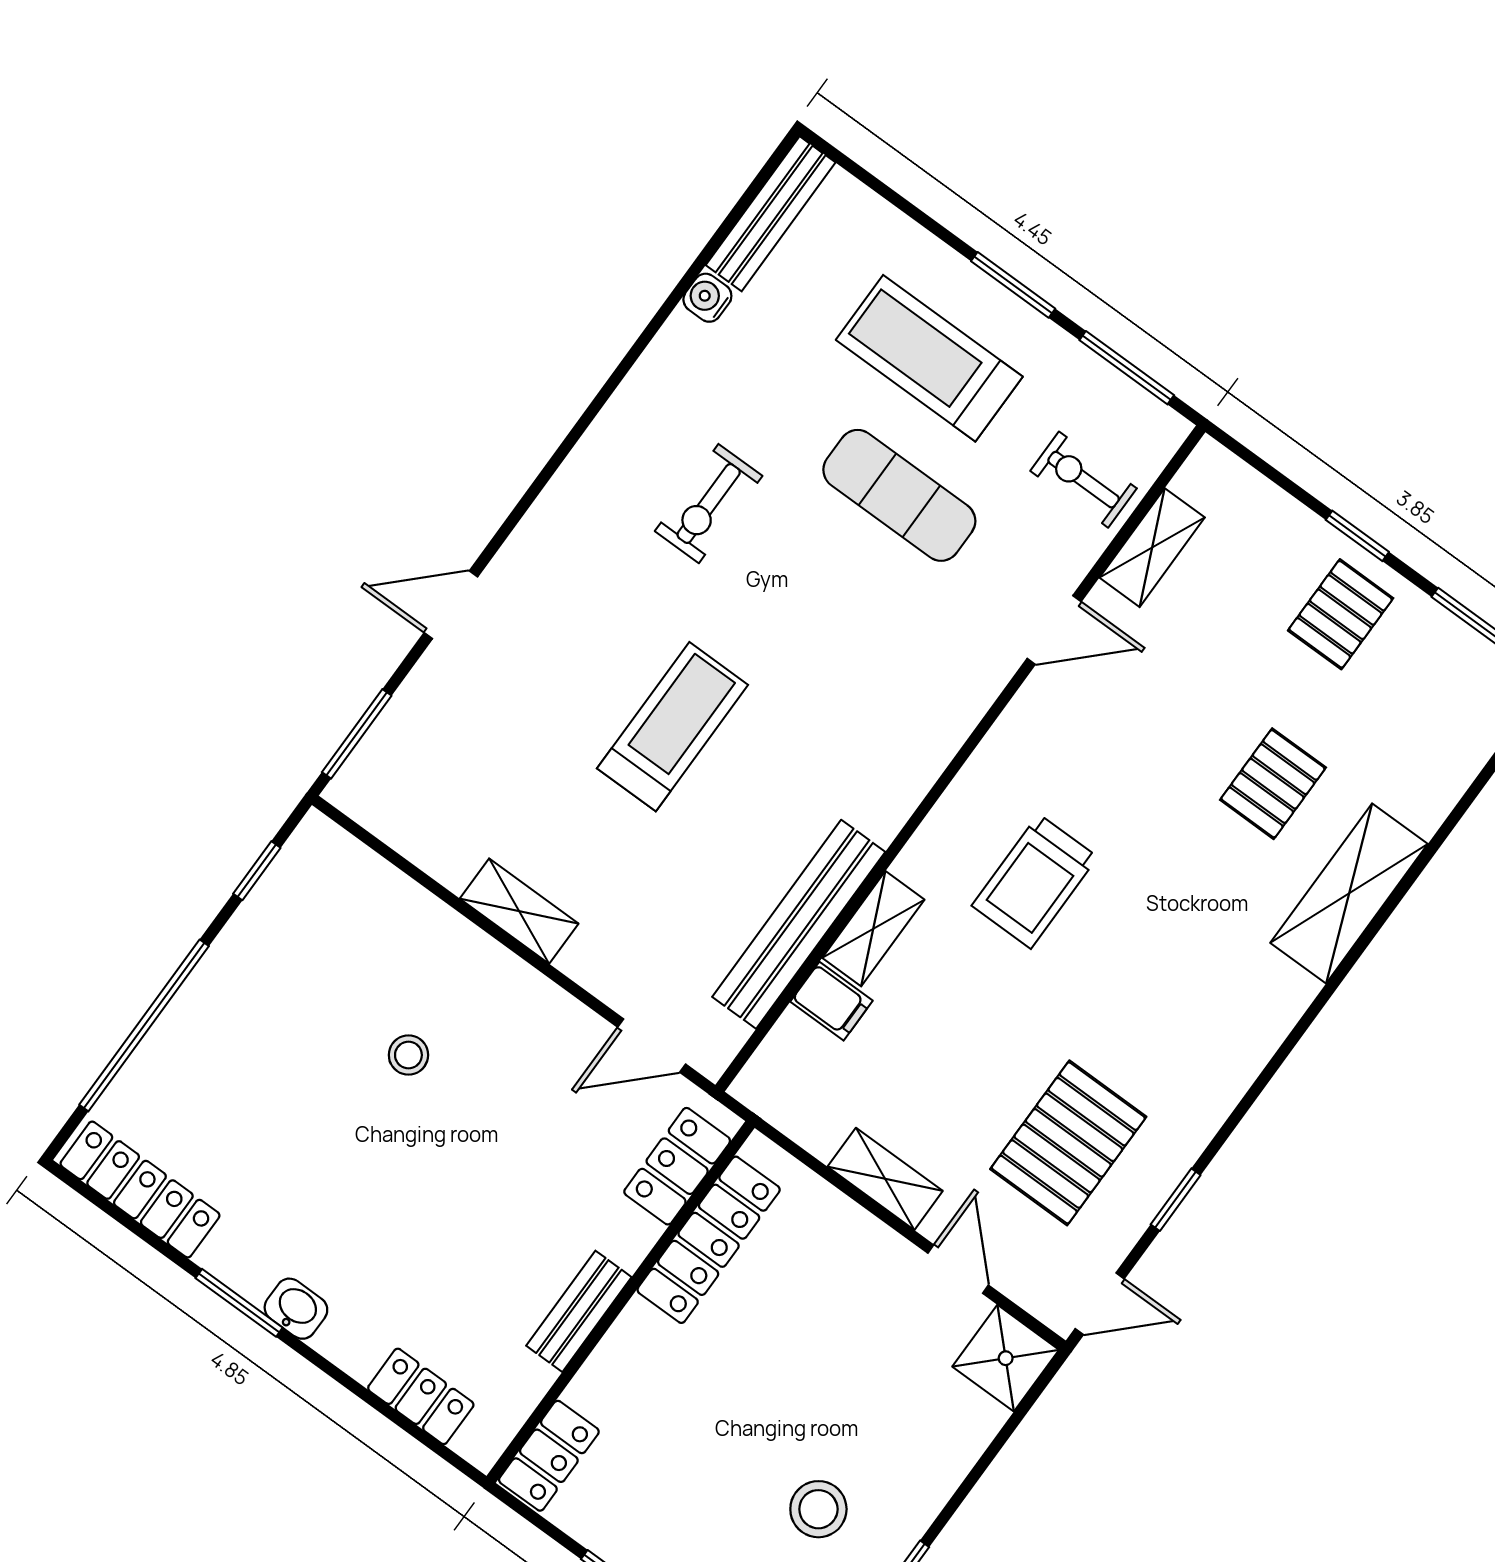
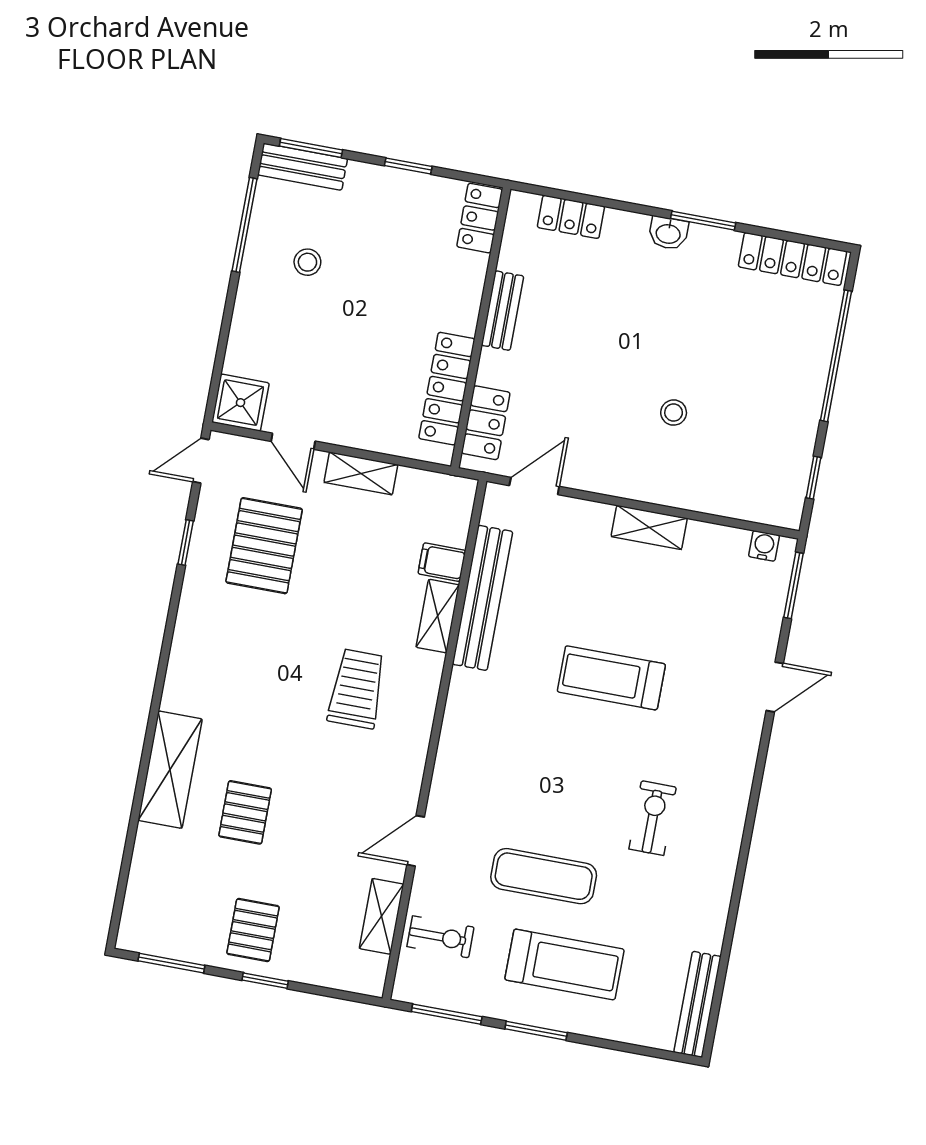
water cooler: (707, 298) -> (764, 546), moved, turned -90
treadmill: (673, 727) -> (611, 678), turned 90
stool: (818, 1509) -> (307, 262), width x0.73, depth x0.73

